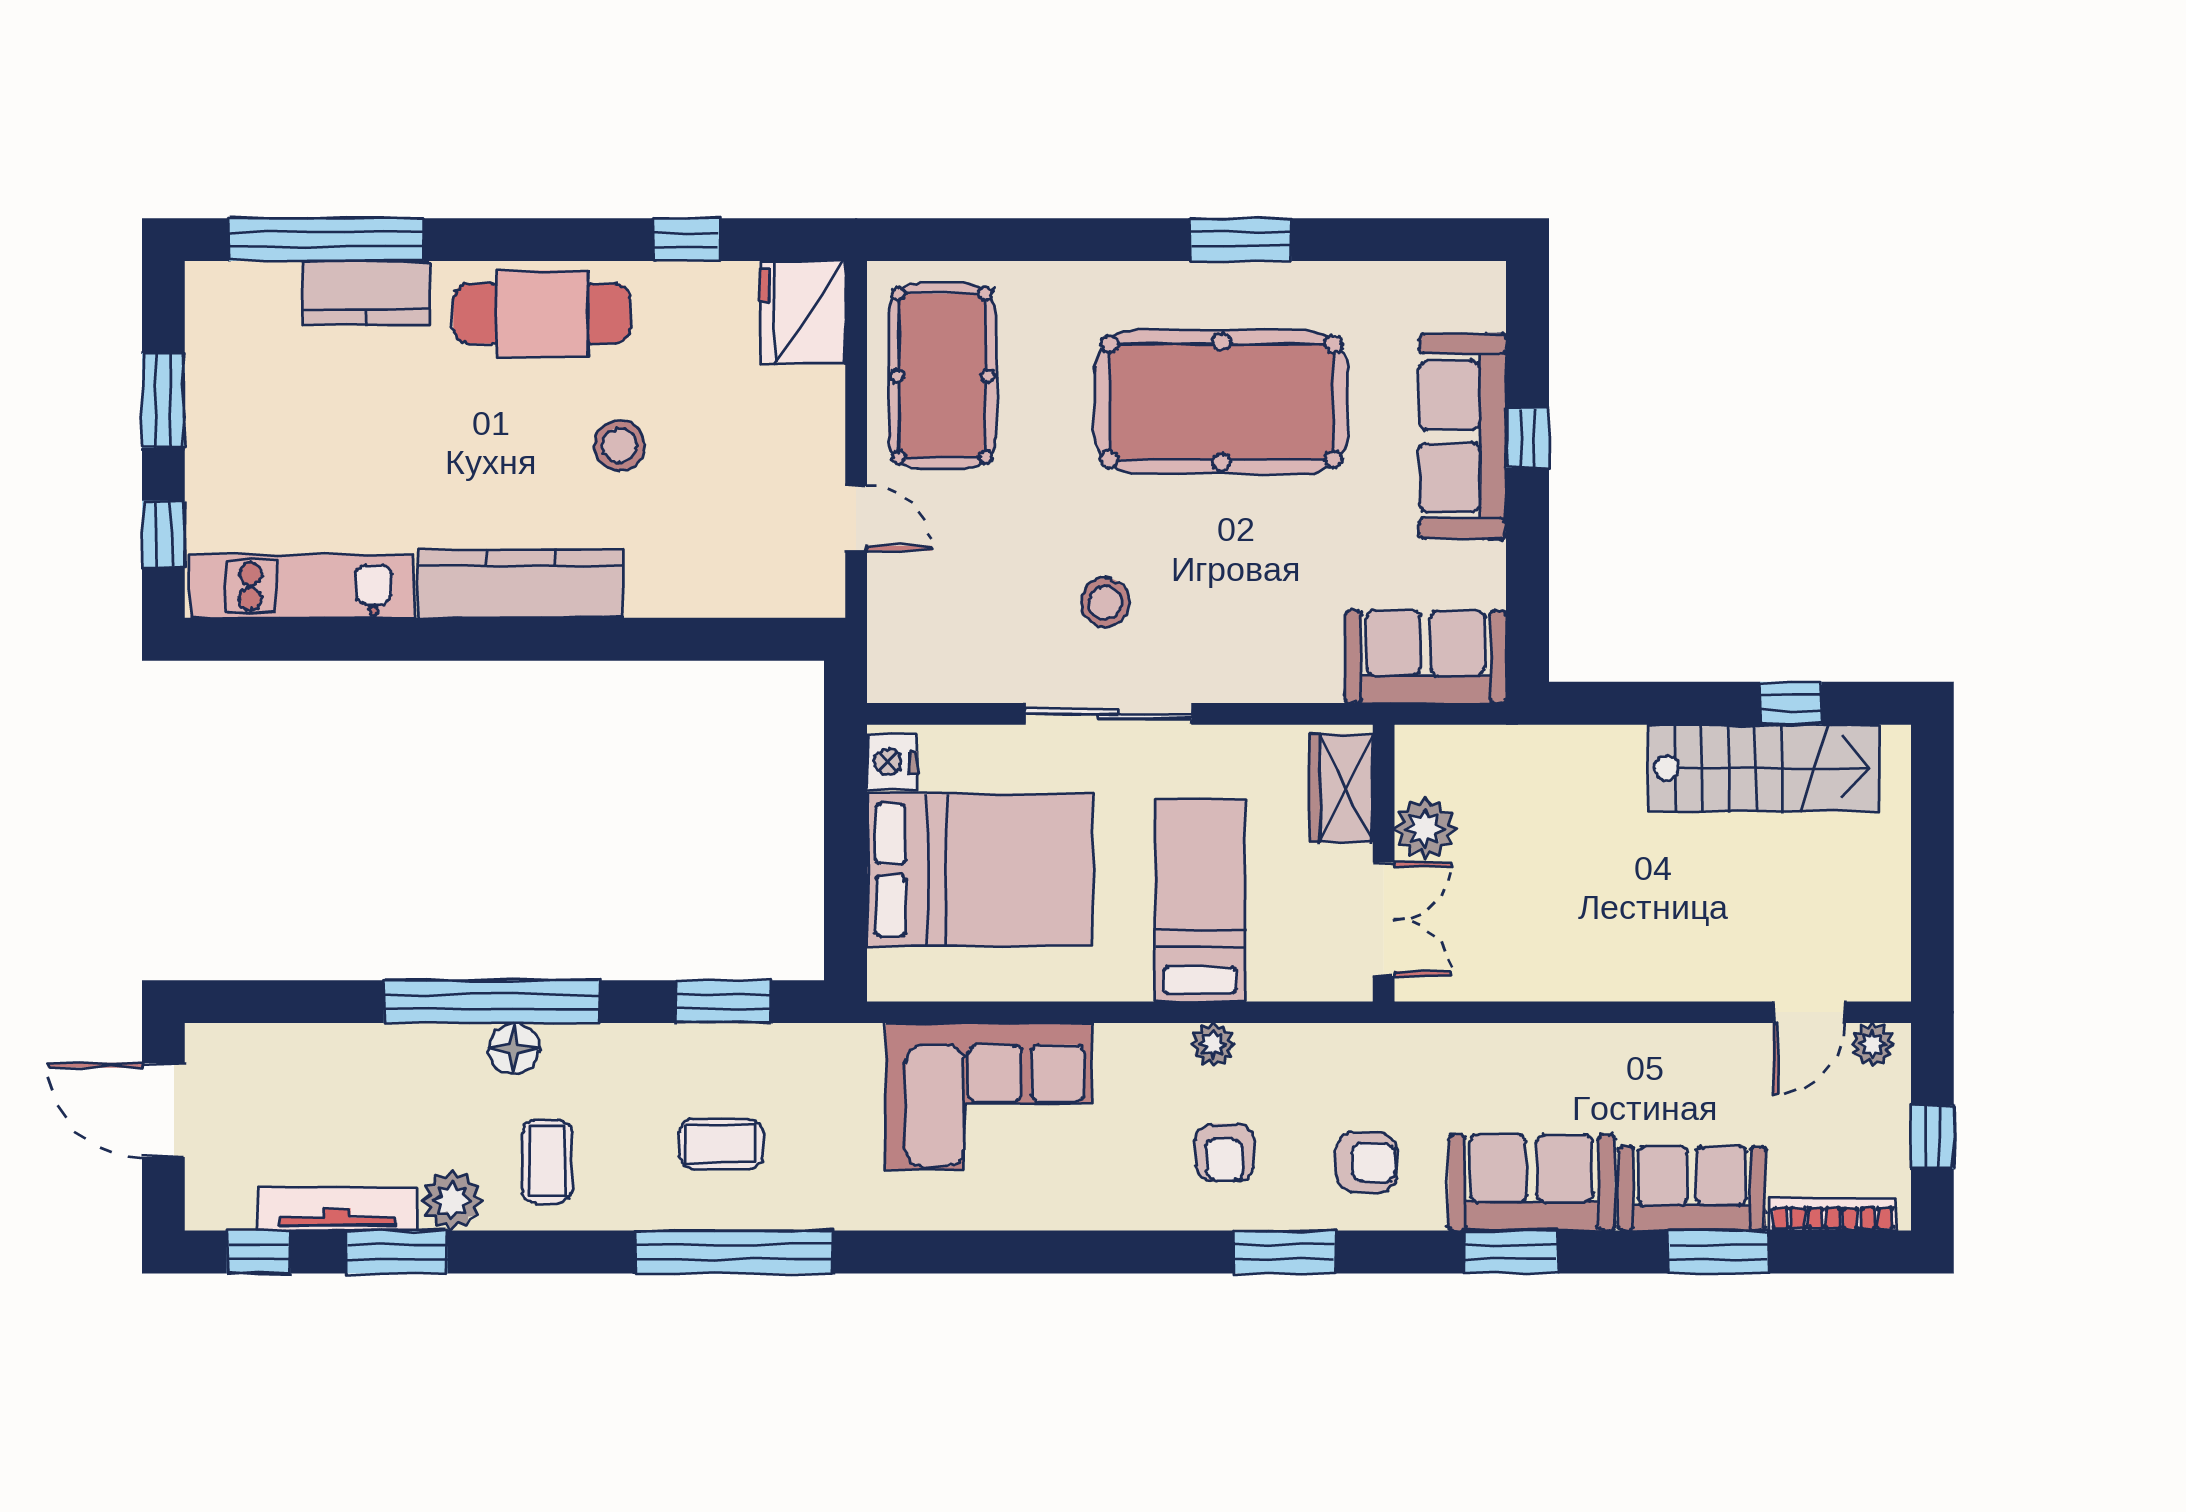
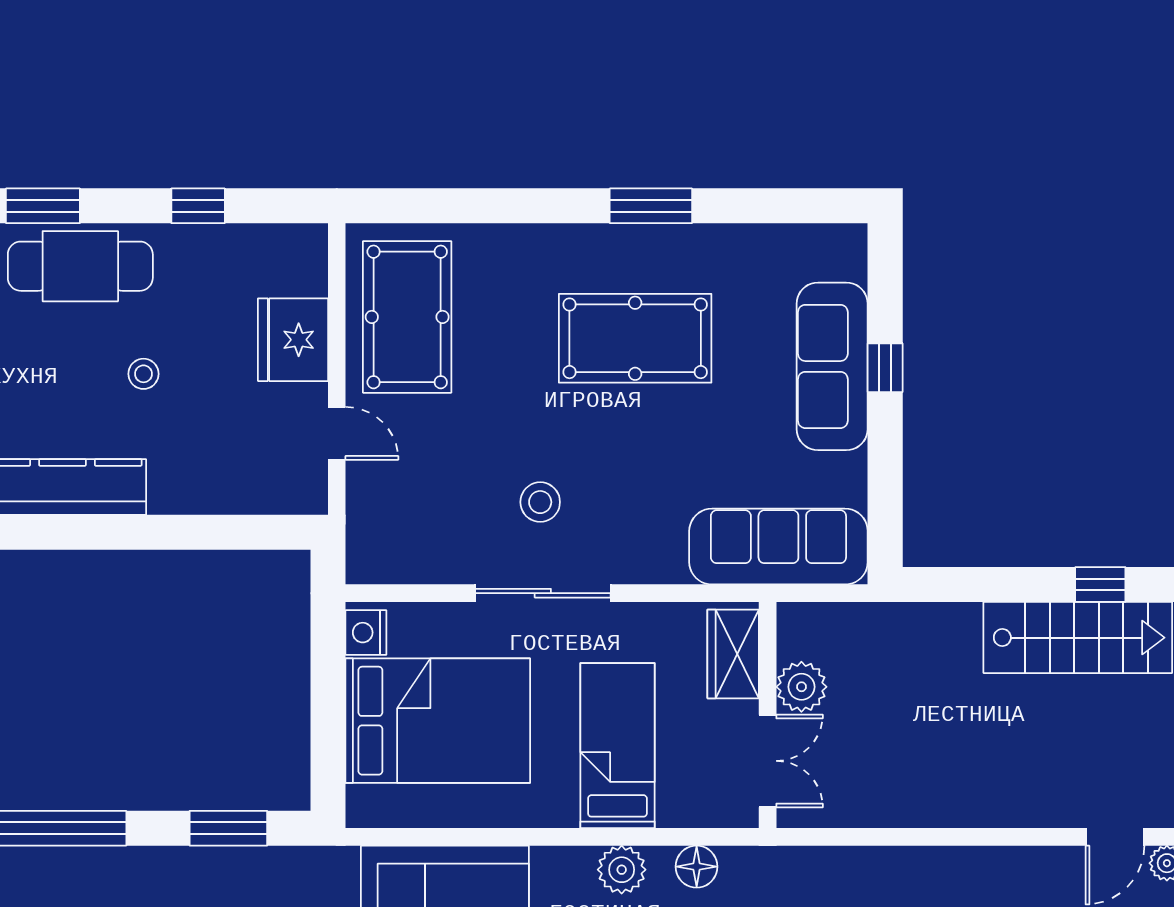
window: (496, 240) -> (43, 206), added
fridge: (803, 312) -> (293, 340), moved
pool table: (1221, 402) -> (635, 338), width x0.73, depth x0.76
stool: (620, 445) -> (143, 374), width x0.73, depth x0.73
sofa: (1426, 657) -> (778, 547), width x1.36
plant: (1213, 1044) -> (622, 870), width x1.38, depth x1.38
floor lamp: (514, 1049) -> (697, 867), moved

